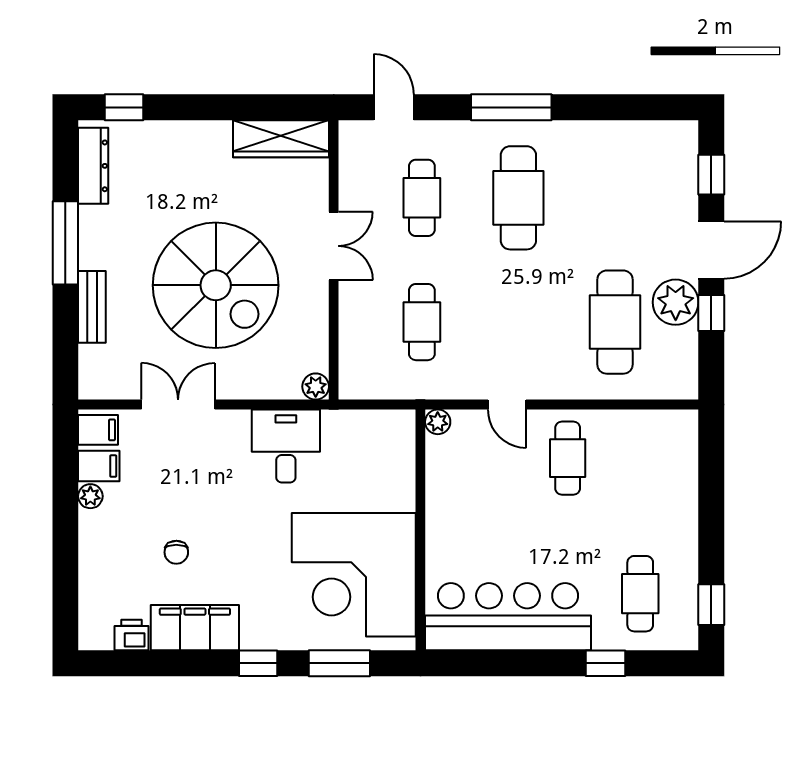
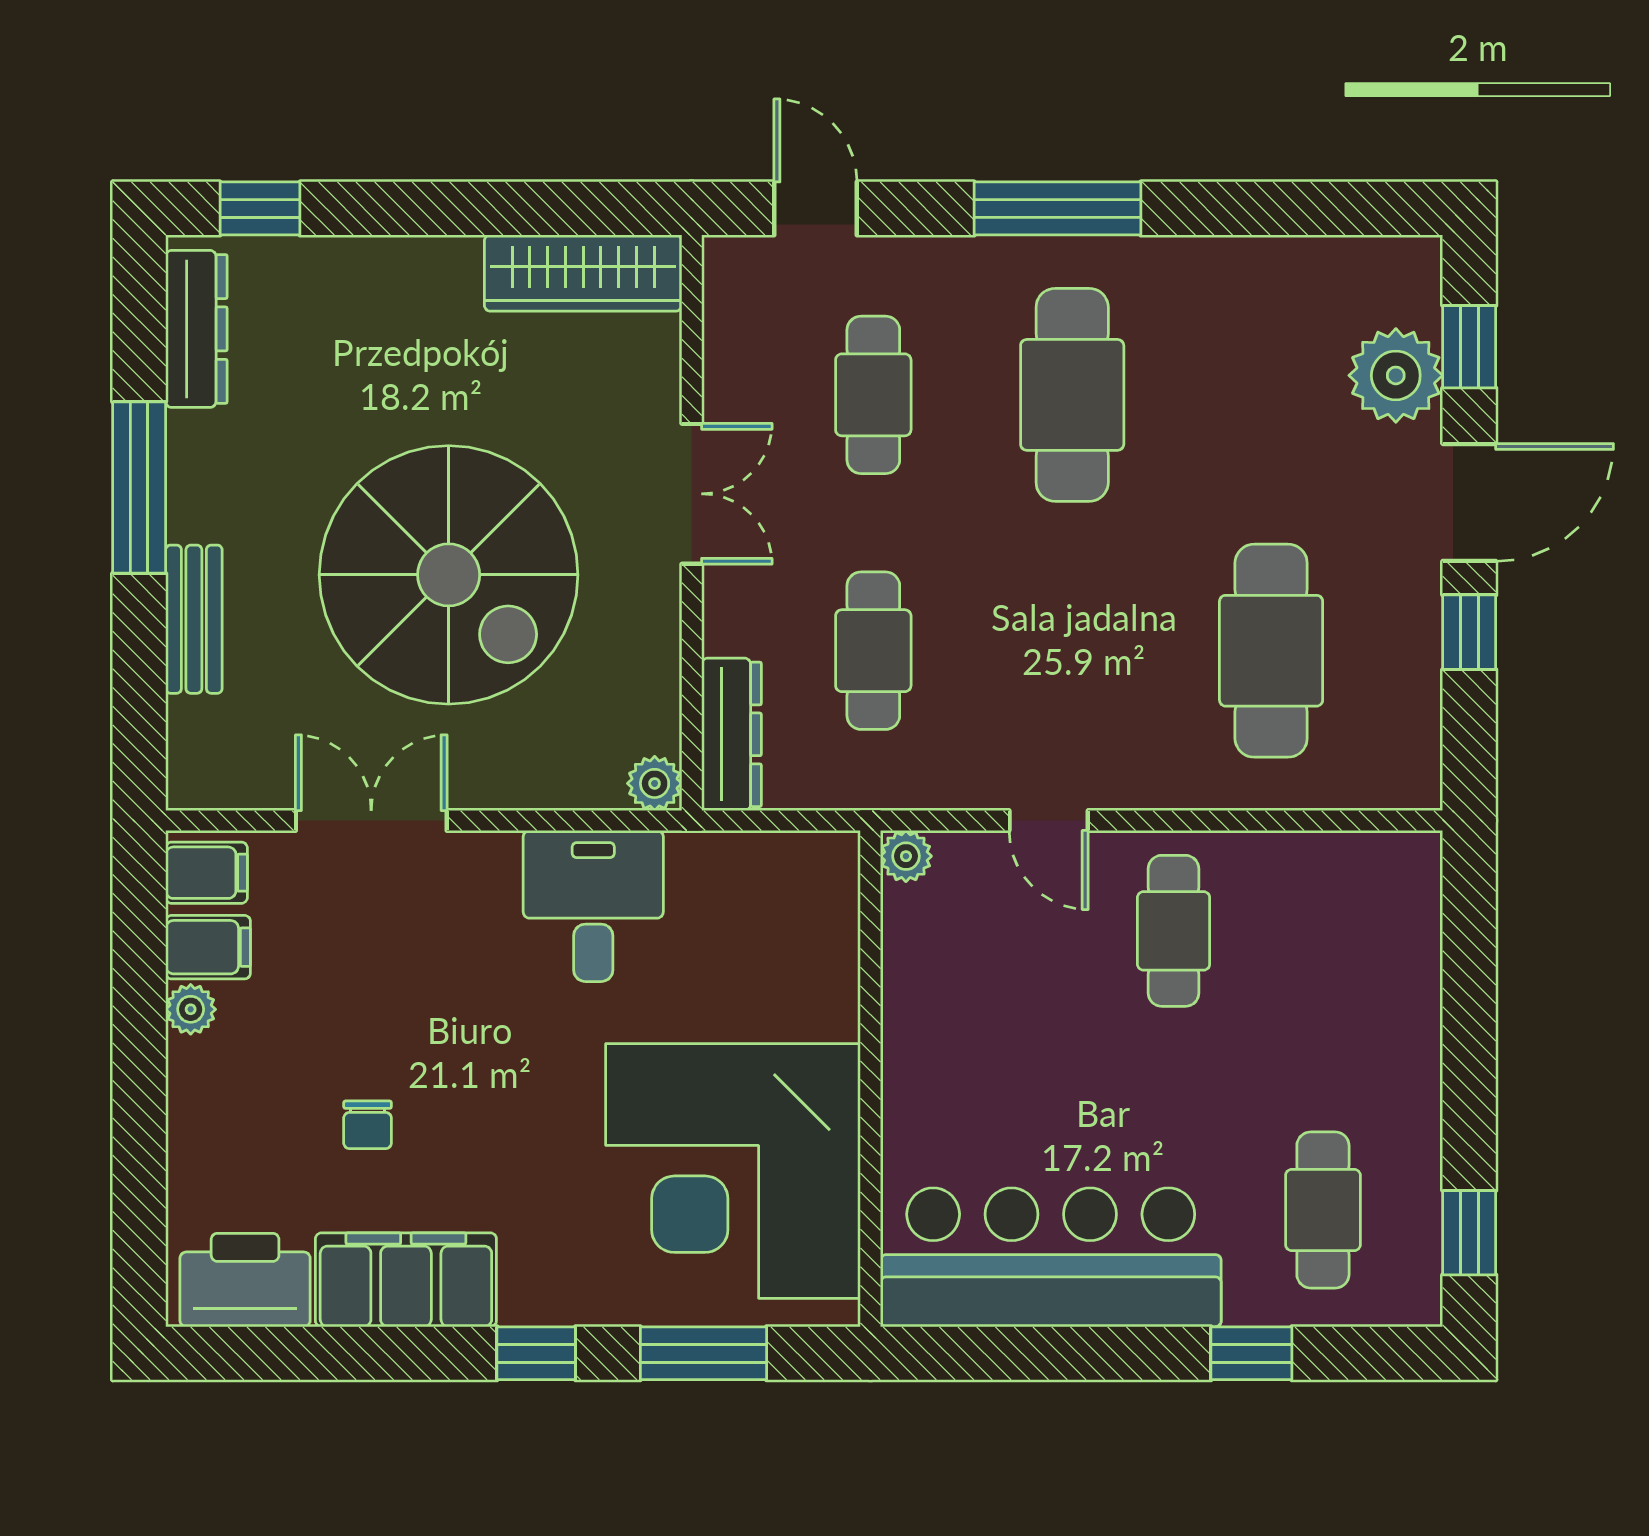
plant: (676, 302) -> (1396, 375), moved
dresser: (353, 363) -> (731, 734), added
printer: (132, 635) -> (245, 1280), width x1.87, depth x1.48

